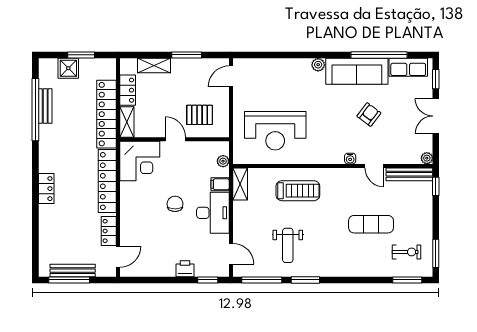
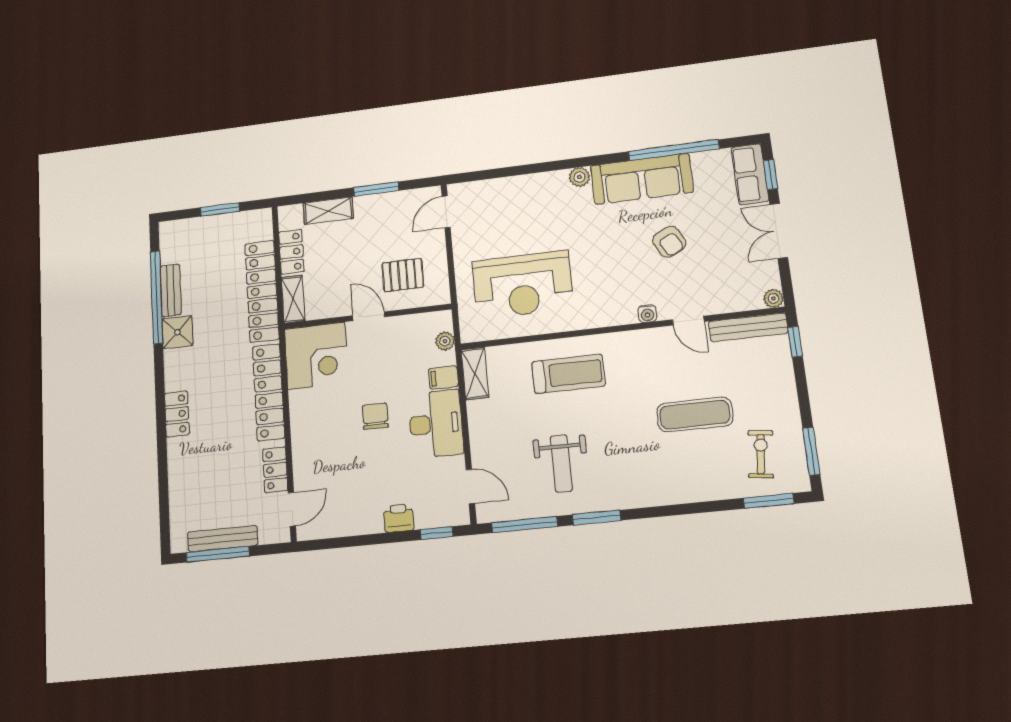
row of seats: (408, 67) -> (750, 174), moved, turned 90
shower: (68, 68) -> (177, 332), moved
armchair: (369, 114) -> (669, 242), turned 115
exercise bike: (406, 252) -> (761, 454), turned -83

